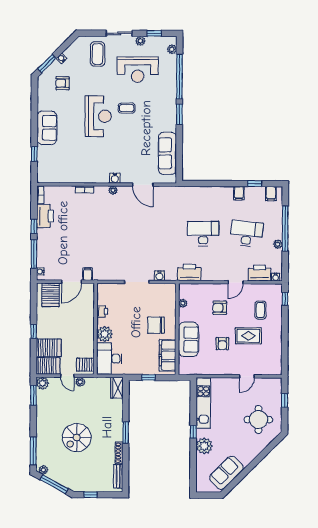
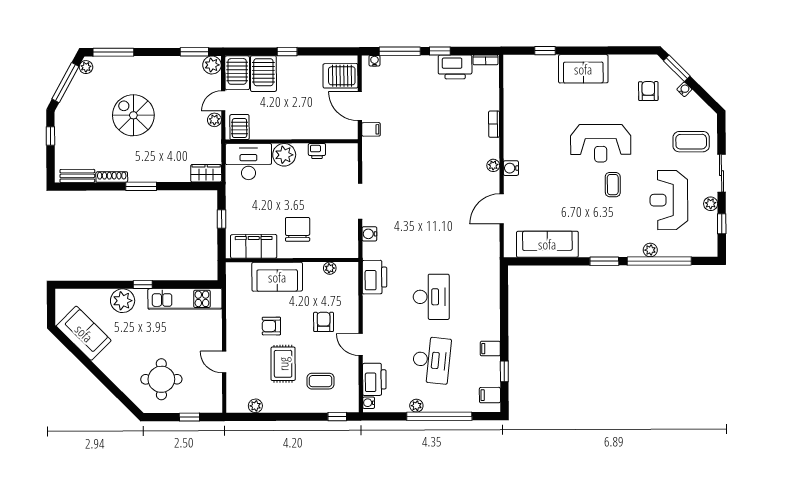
plant: (172, 49) -> (650, 250), moved
plant: (277, 355) -> (255, 406), added

